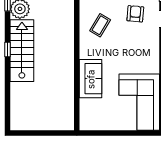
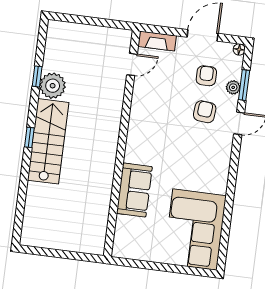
coffee table: (100, 25) -> (156, 121), removed

